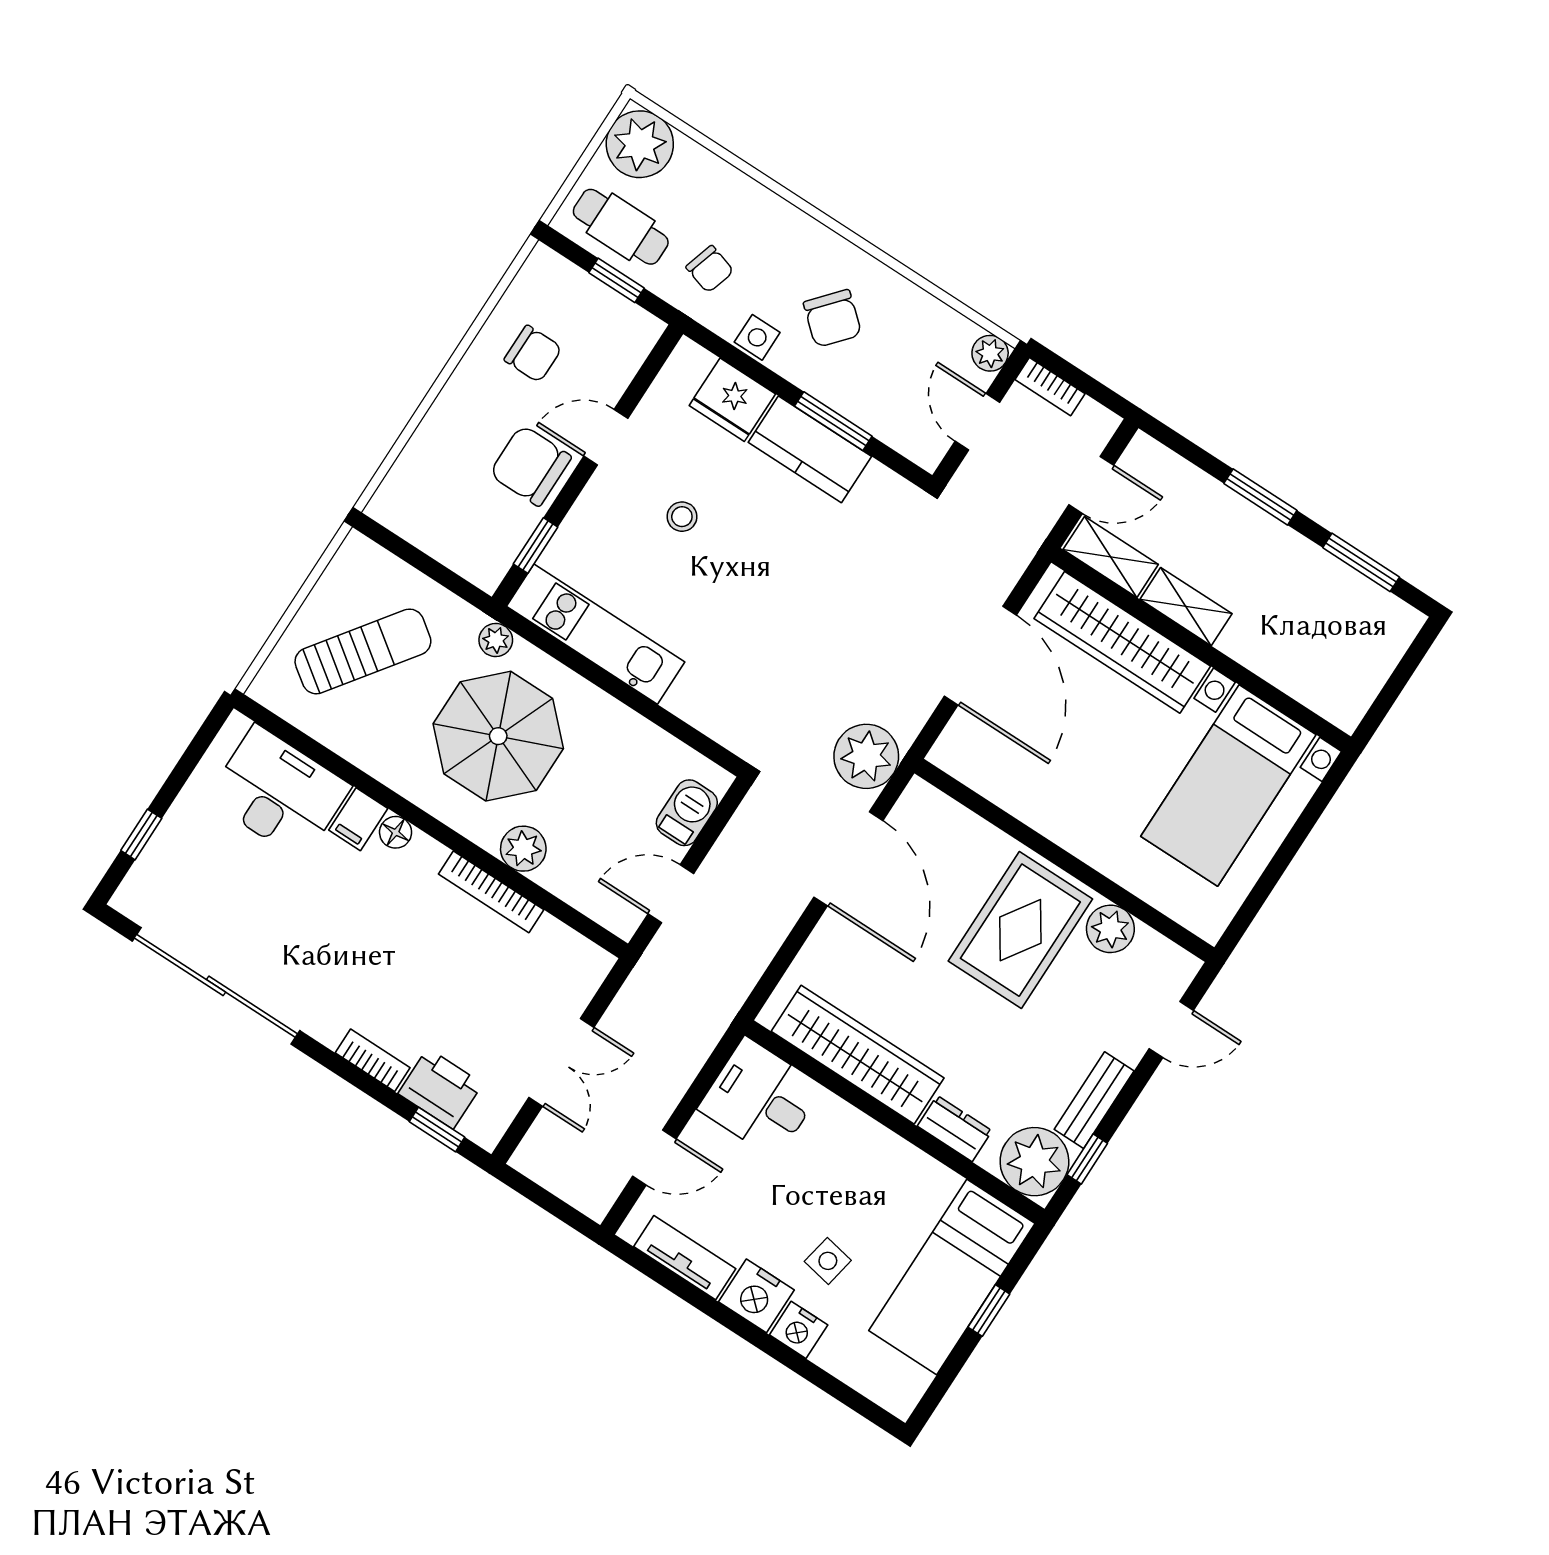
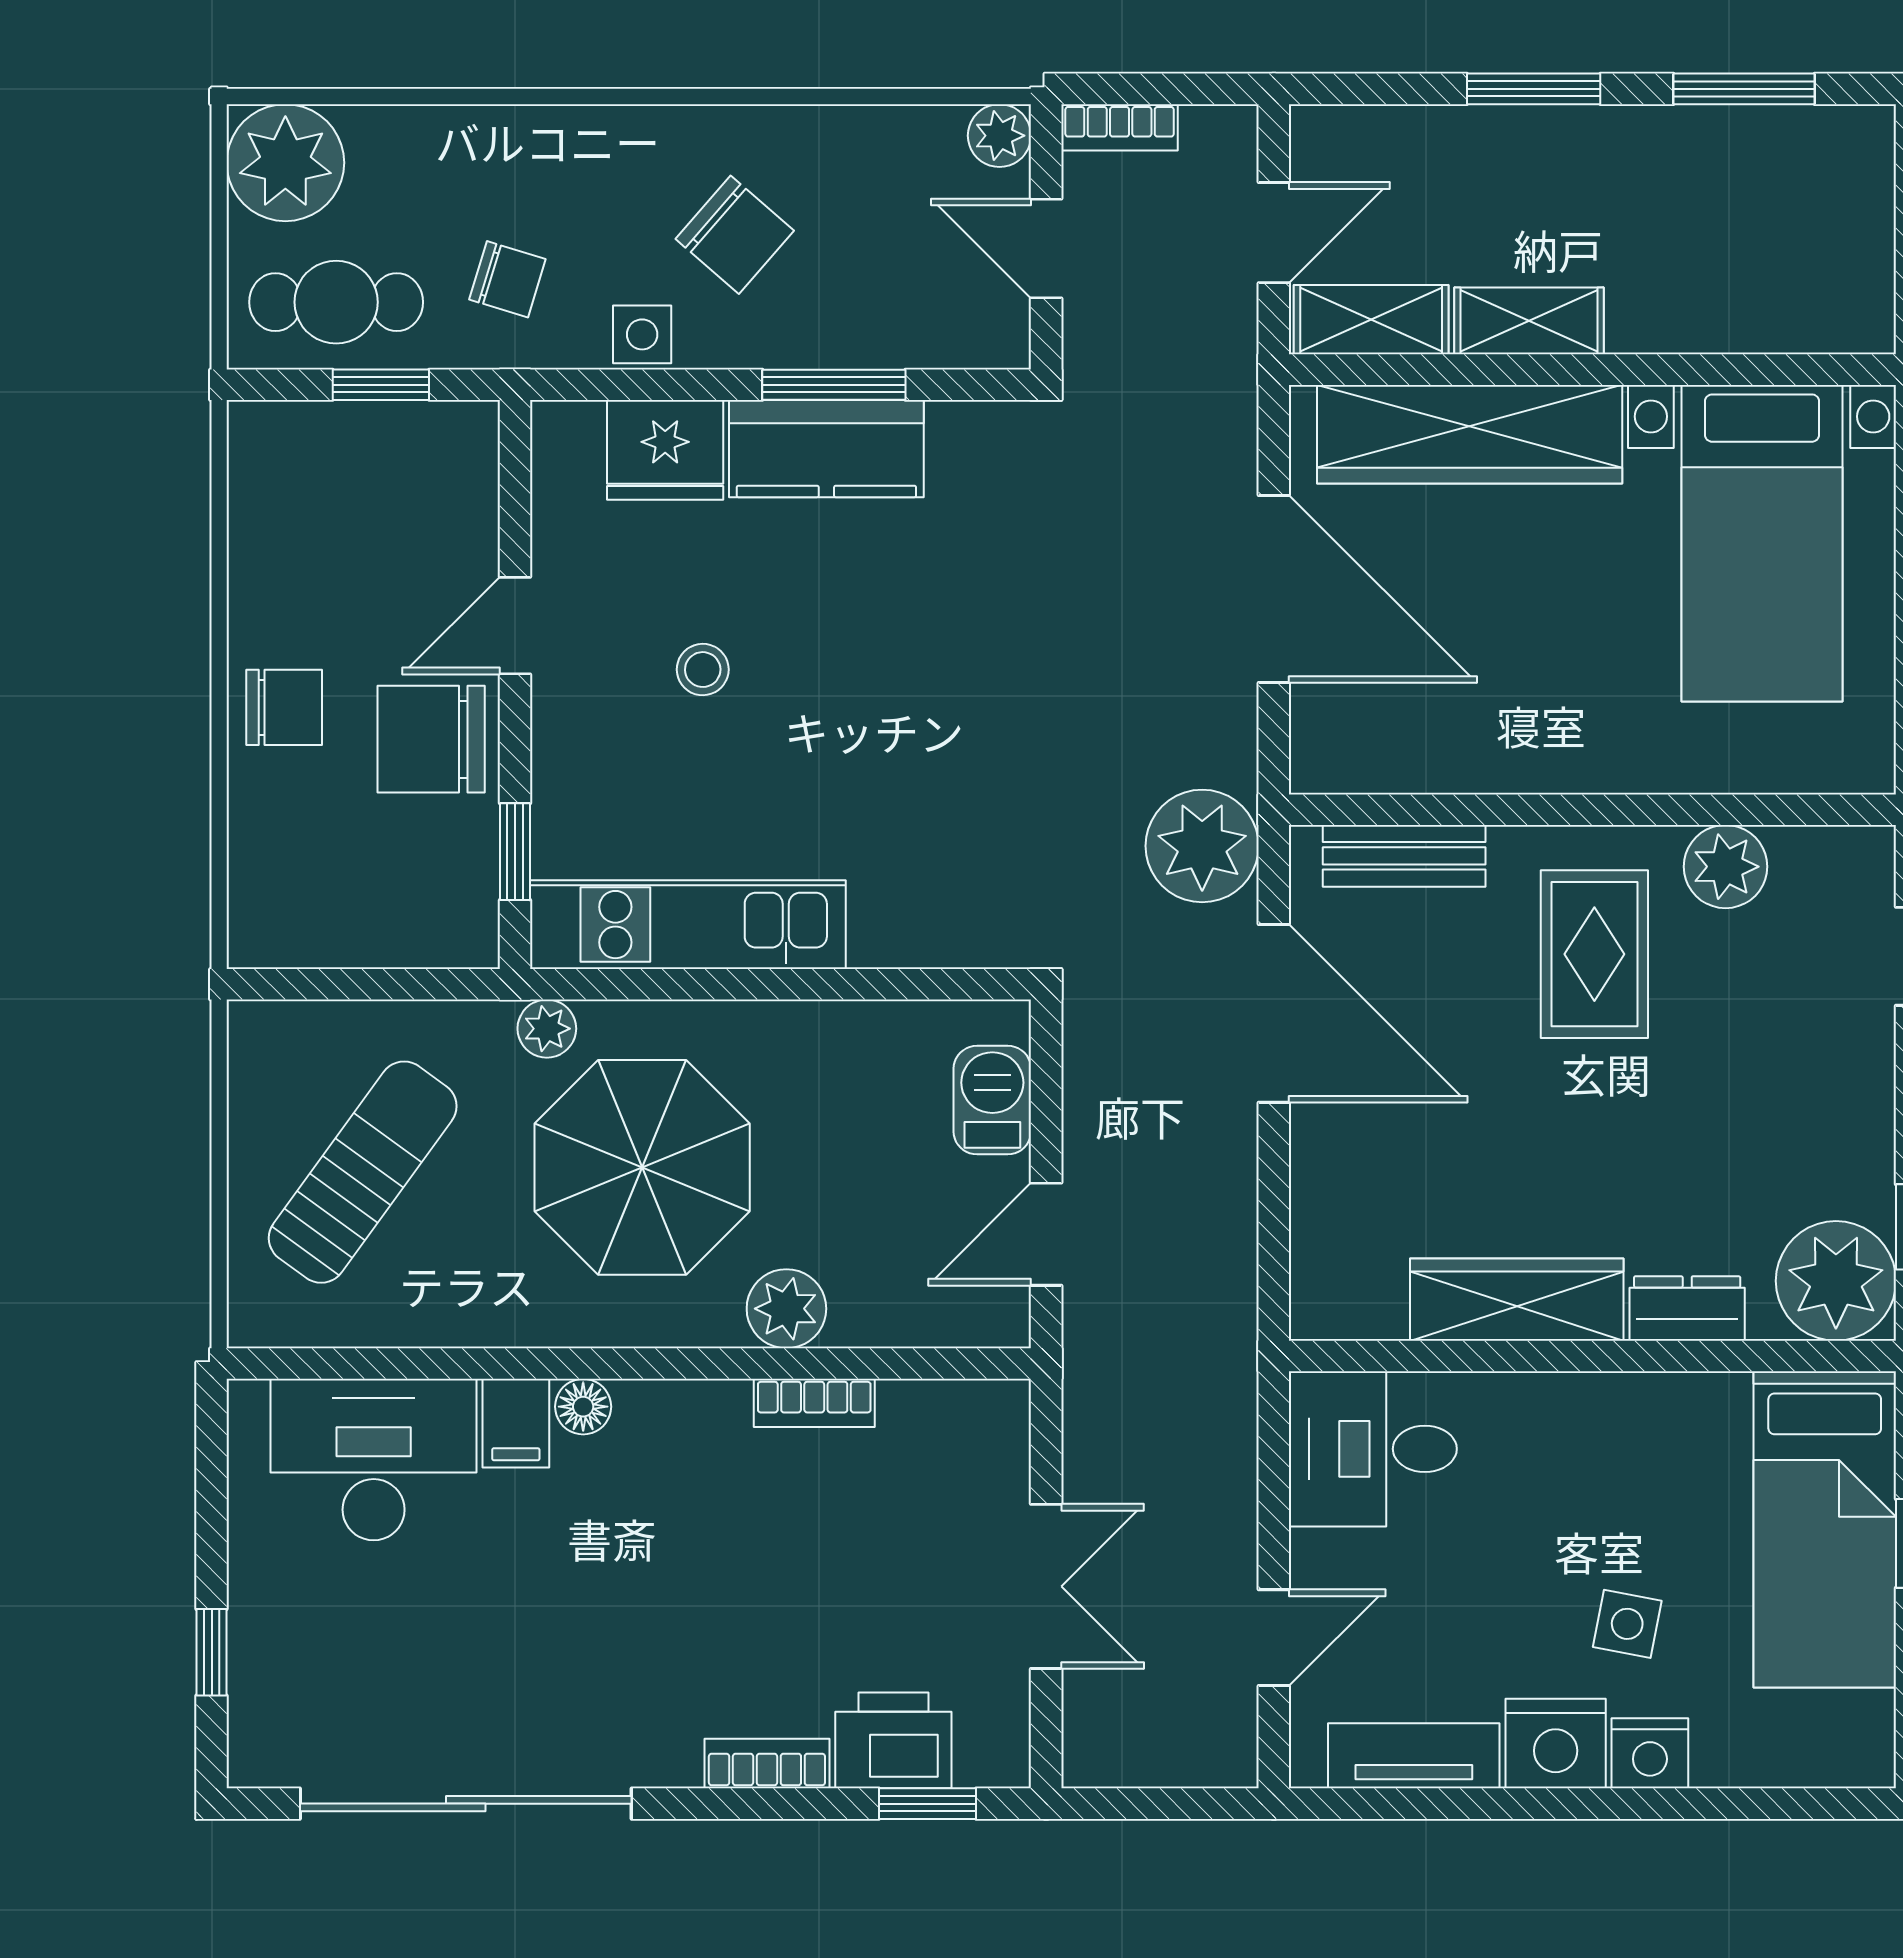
chair: (533, 354) -> (284, 707), moved
bookcase: (491, 892) -> (814, 1403), width x0.64
rug: (1020, 930) -> (1594, 954), width x0.73, depth x0.70
wardrobe: (858, 1055) -> (1517, 1300), width x0.71, depth x0.85
bench: (1094, 1100) -> (1404, 856), moved, turned 90

